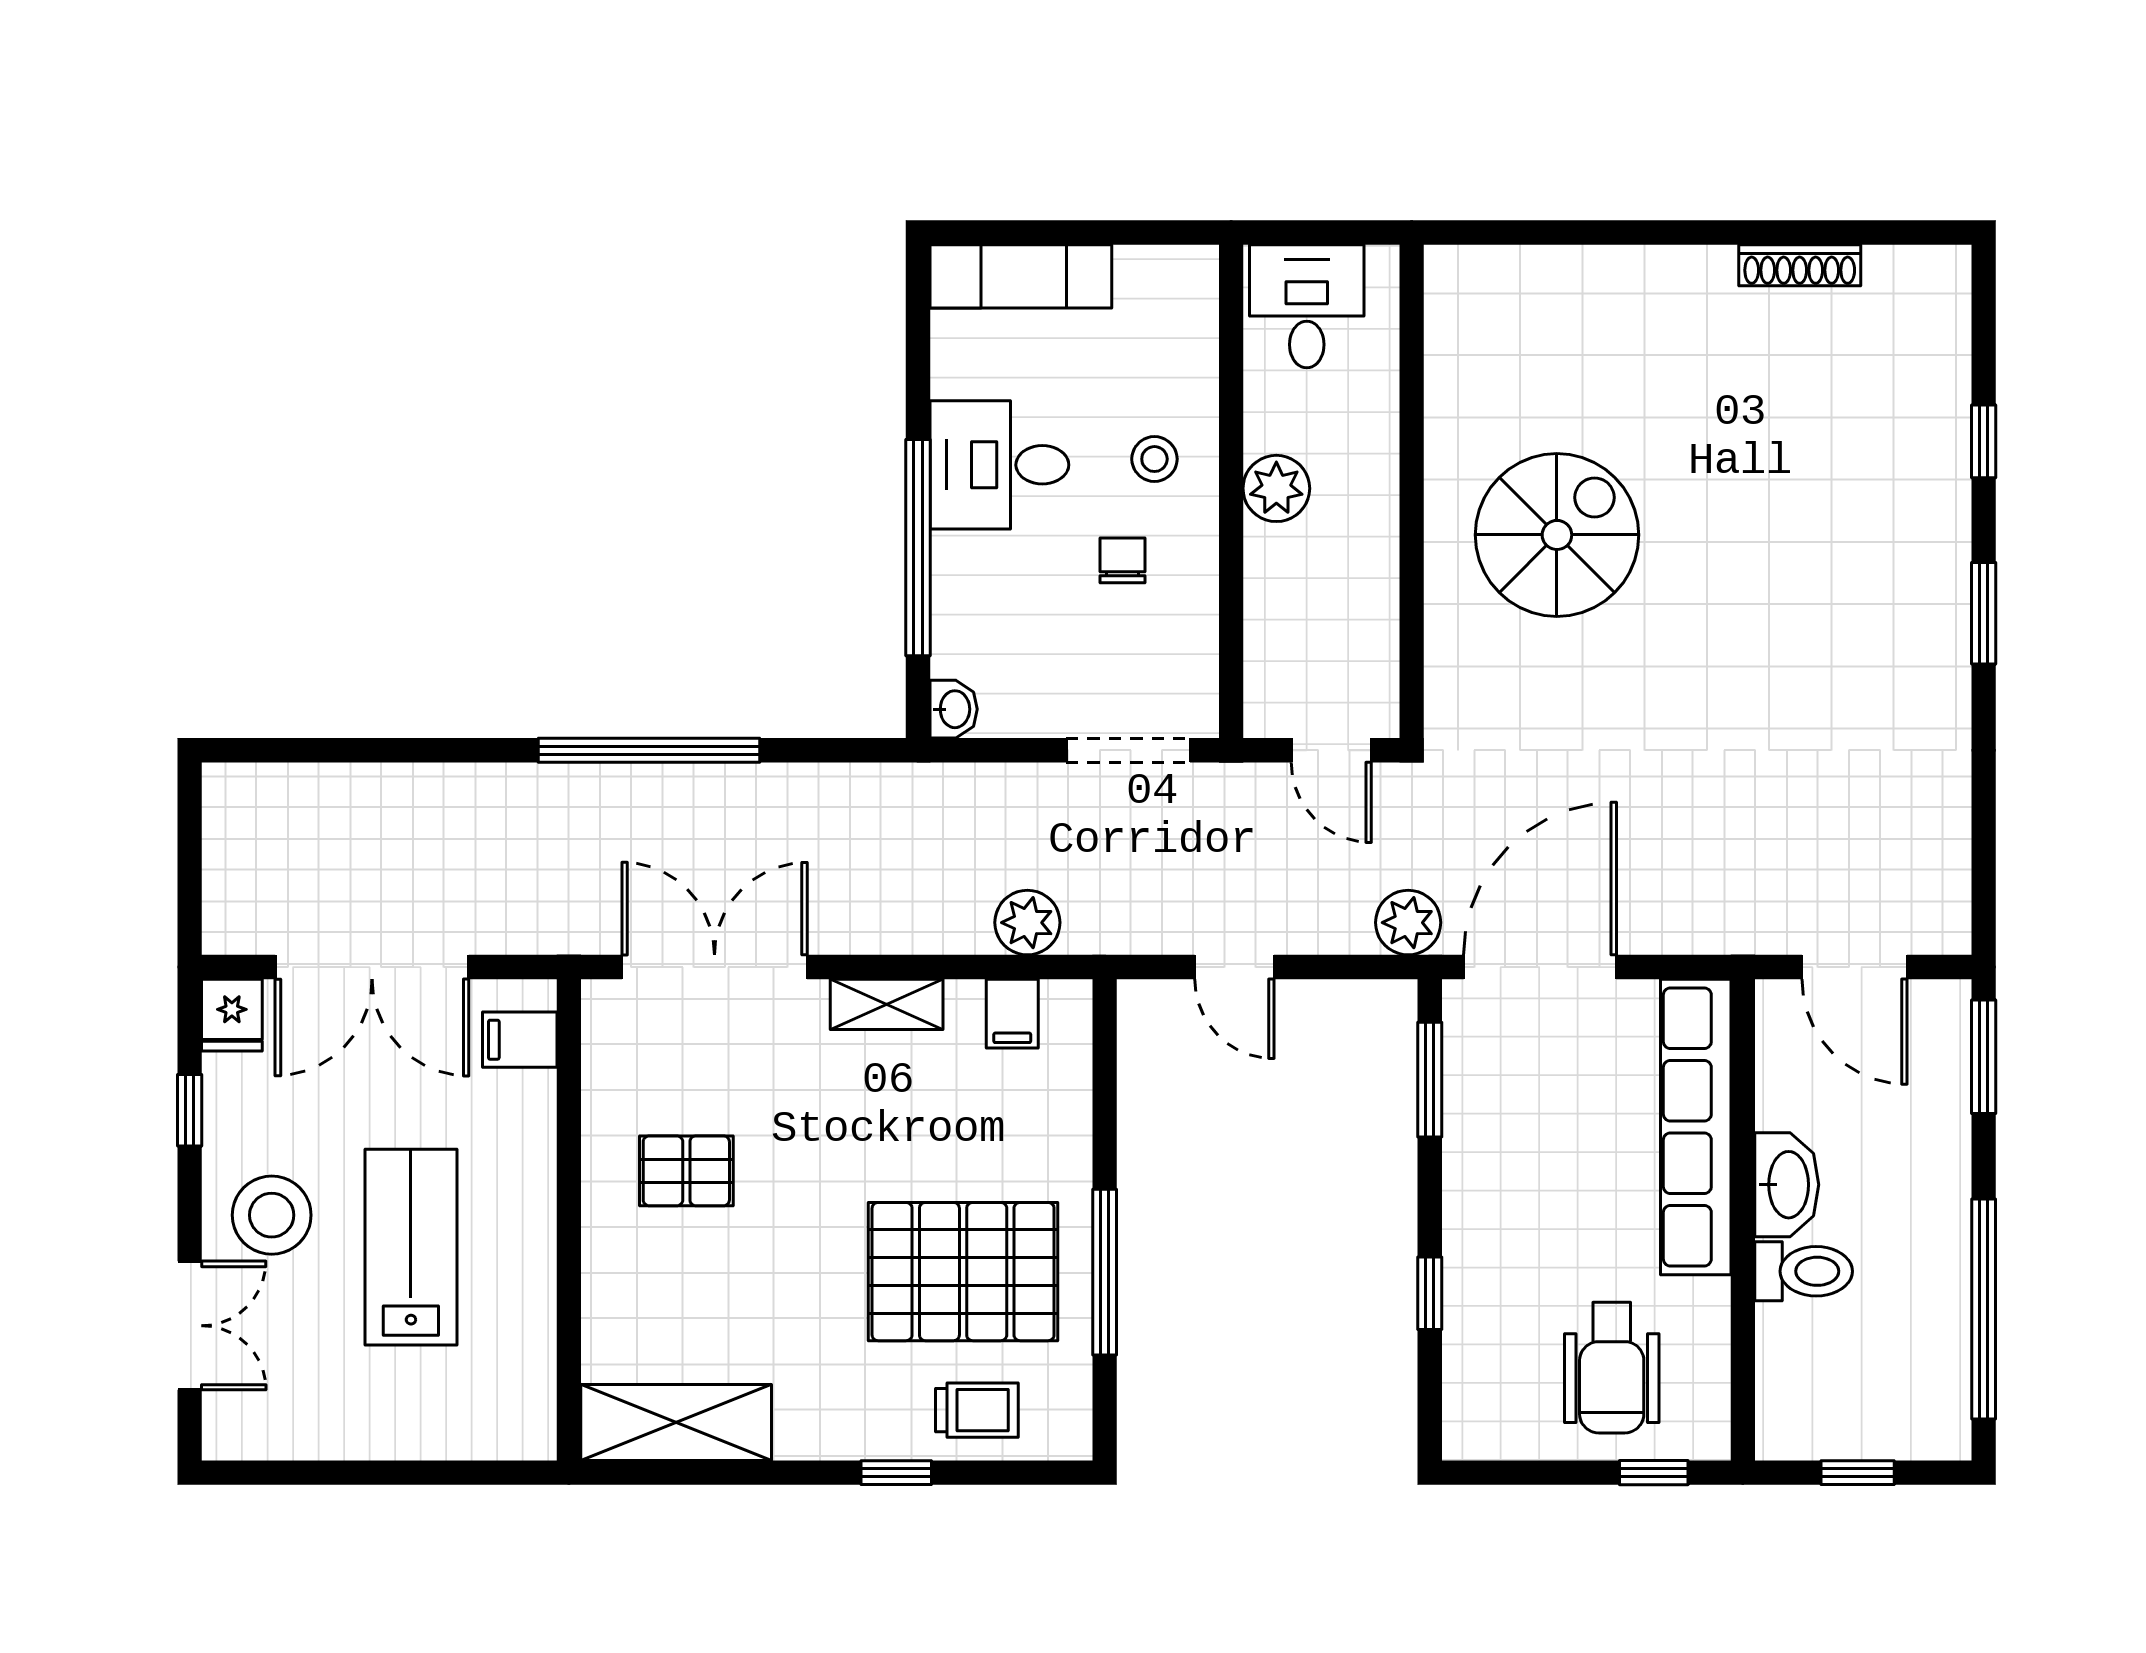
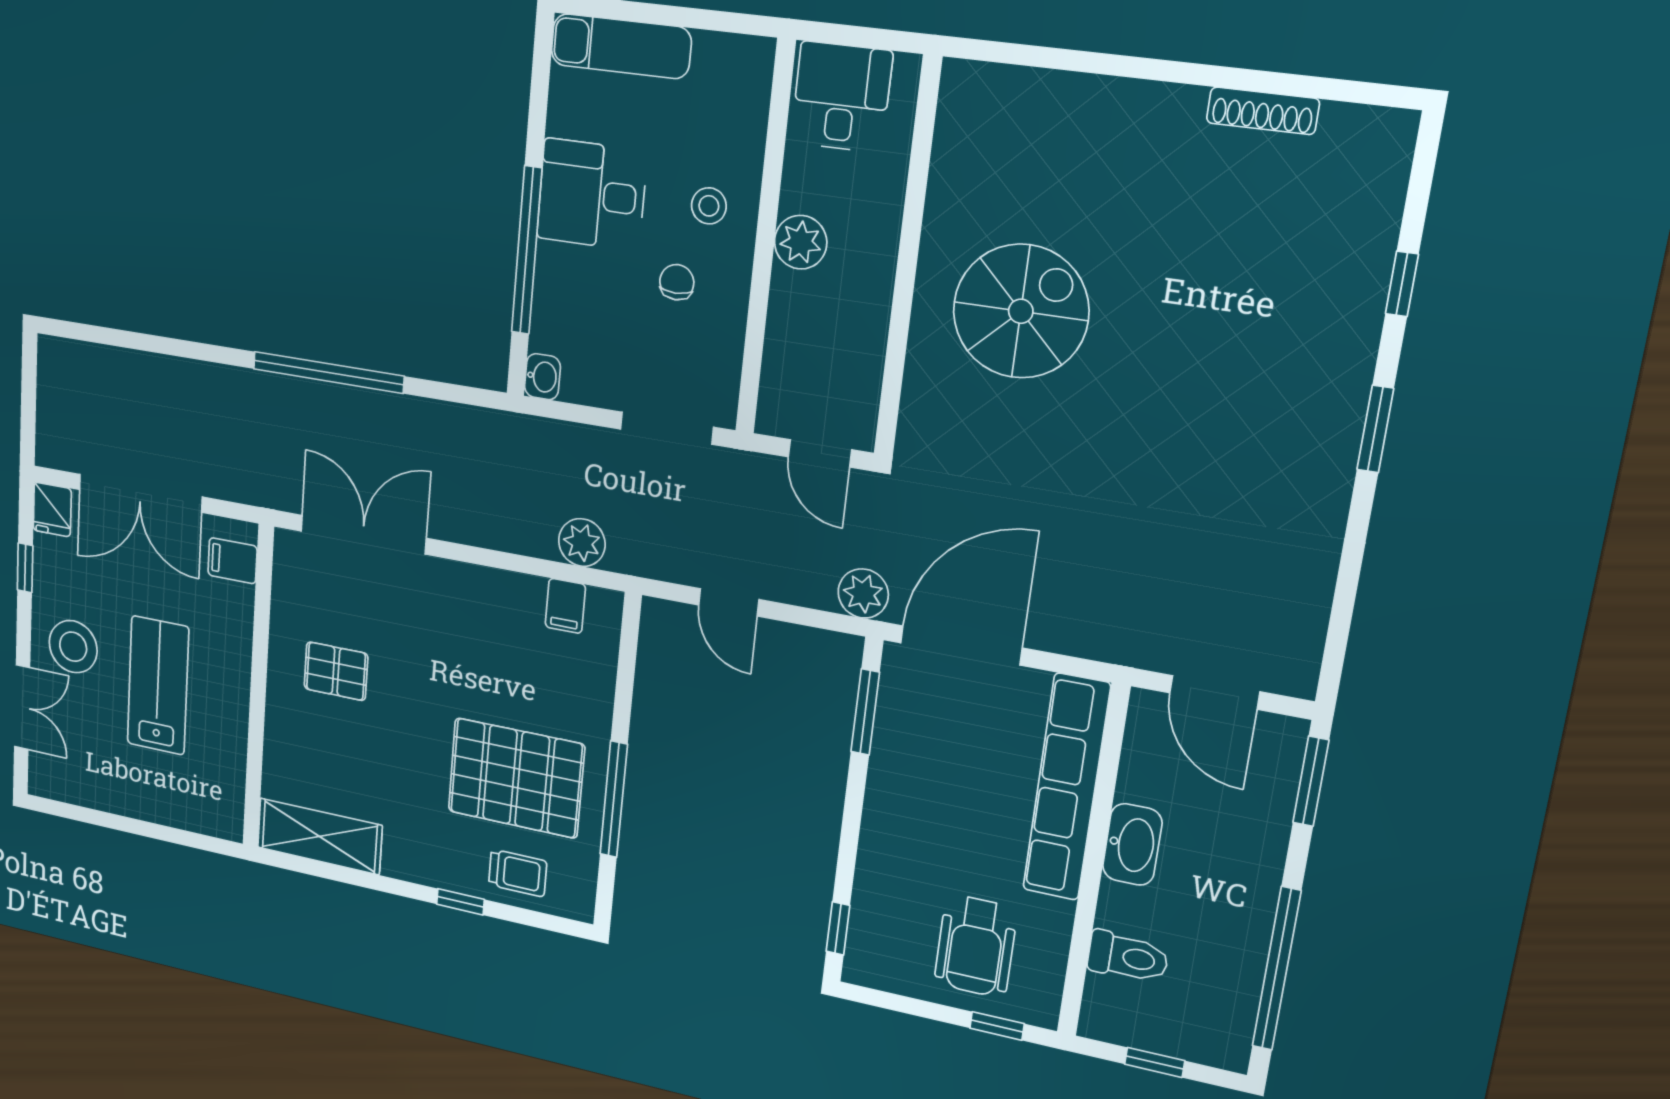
shelving: (887, 1004) -> (478, 583), removed
toilet: (1804, 1271) -> (1128, 957), moved
window: (1430, 1293) -> (838, 928), moved

